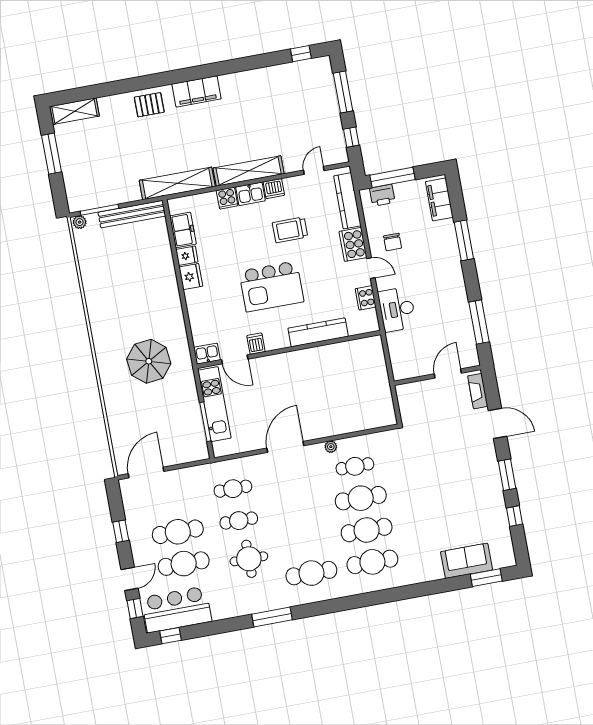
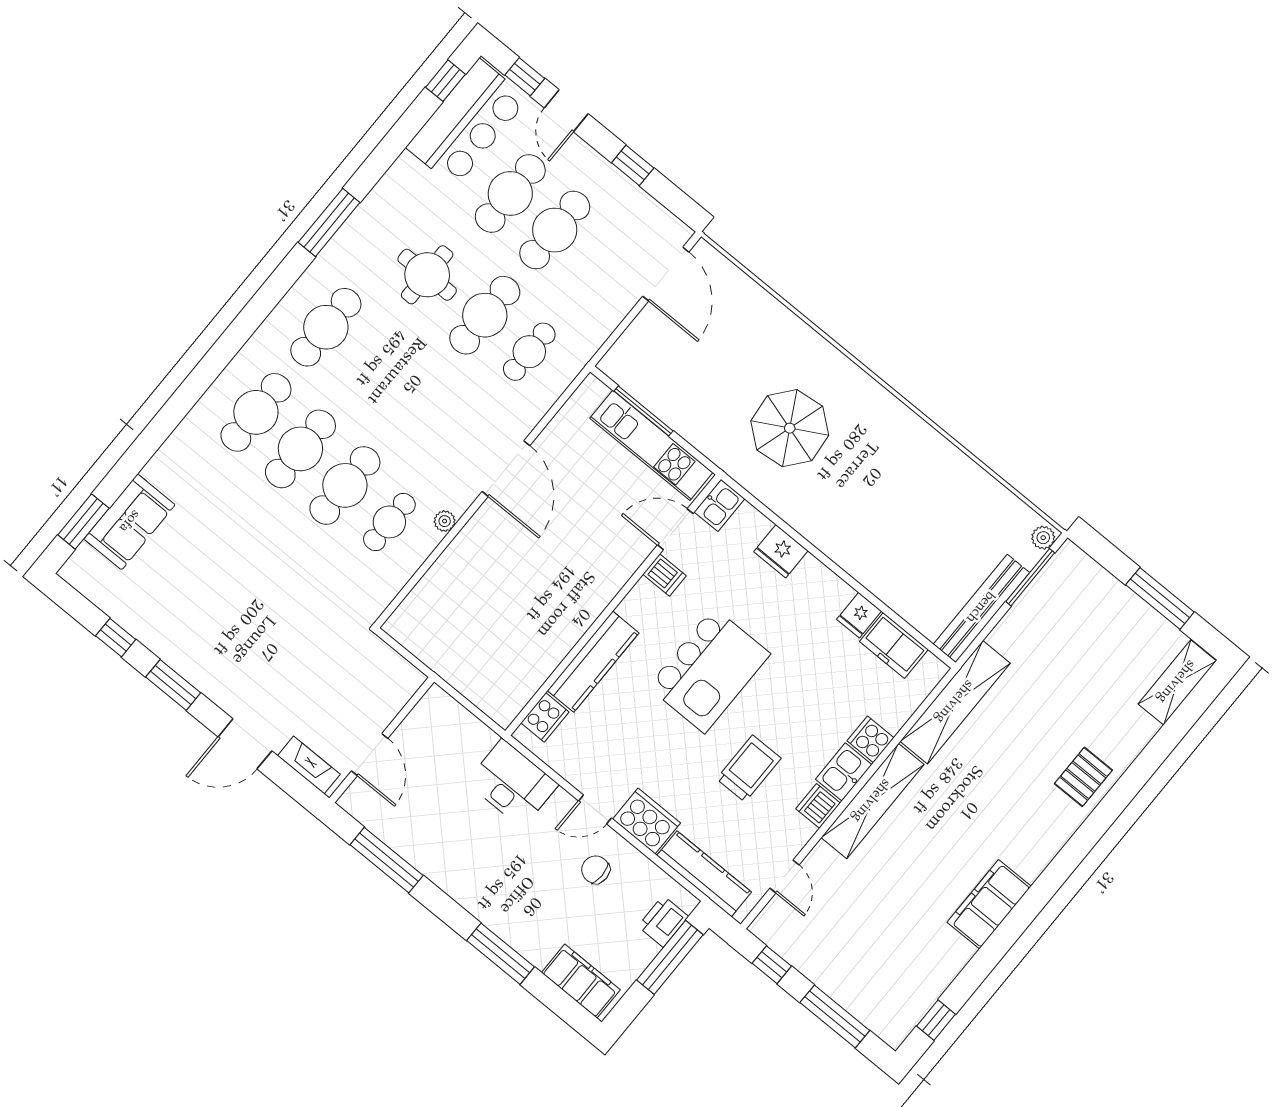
filing cabinet: (197, 91) -> (989, 904), moved
fridge: (191, 277) -> (781, 551), moved
kitchen island: (271, 286) -> (709, 670), turned 180
cooker: (366, 298) -> (545, 717), moved, turned 90
cafe table: (239, 521) -> (485, 315), width x1.37, depth x1.35

